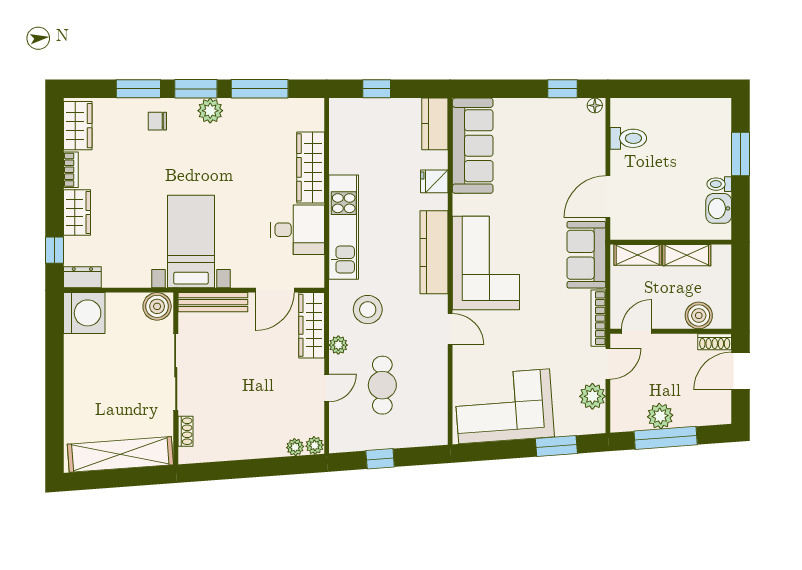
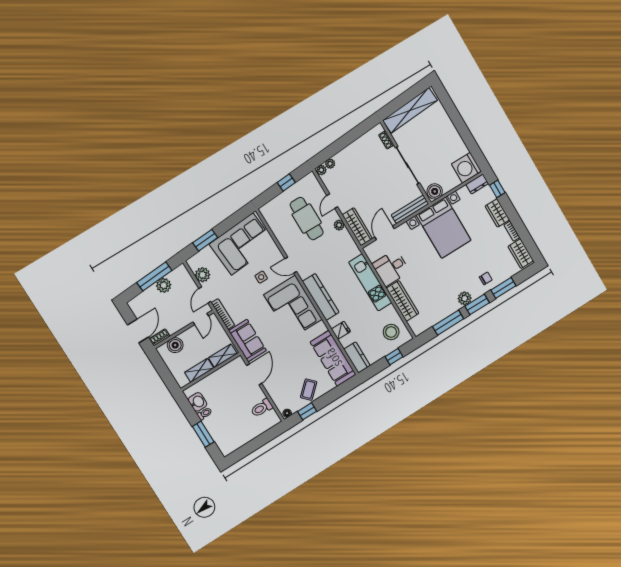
coffee table: (540, 121) -> (309, 390), added
bed with nightstands: (191, 242) -> (444, 228), width x1.36
stool: (368, 310) -> (391, 332), moved
side table: (506, 338) -> (261, 277), added
cafe table: (382, 385) -> (307, 219), width x1.37, depth x1.35

